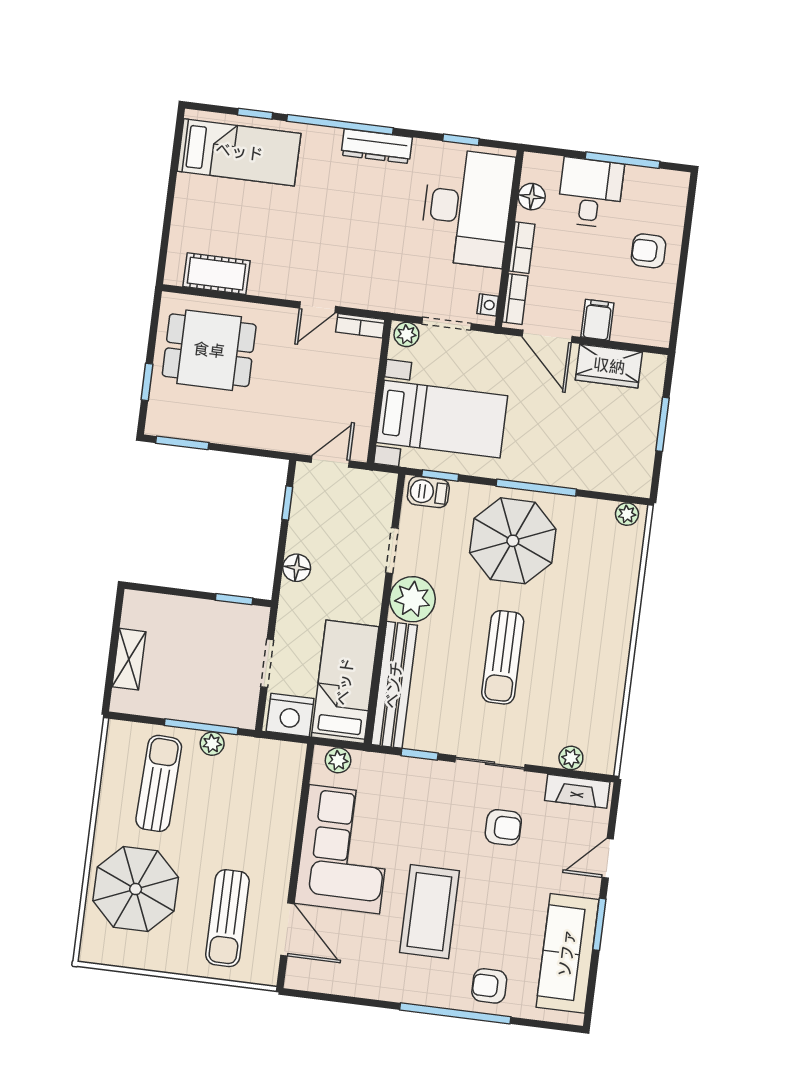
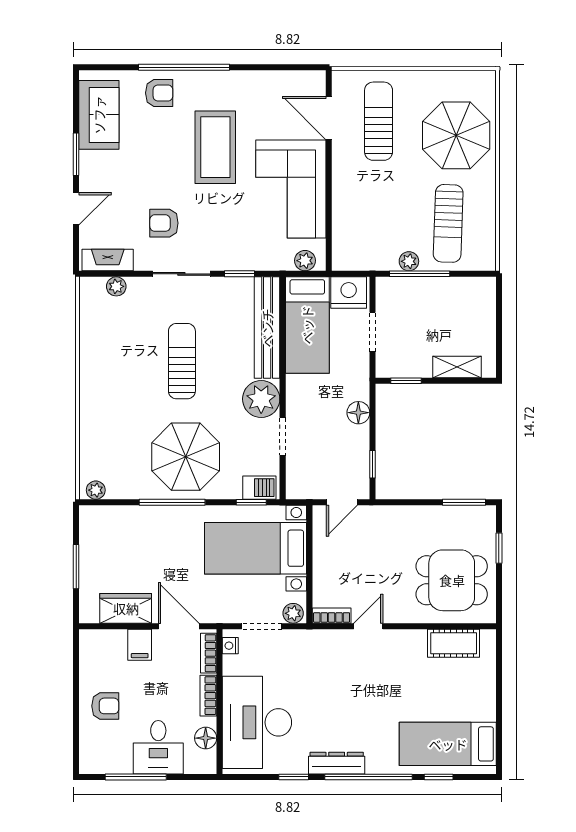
window: (461, 140) -> (294, 777), moved
shelving: (129, 659) -> (457, 367), moved, turned 90
sofa: (567, 953) -> (99, 115), width x0.73

